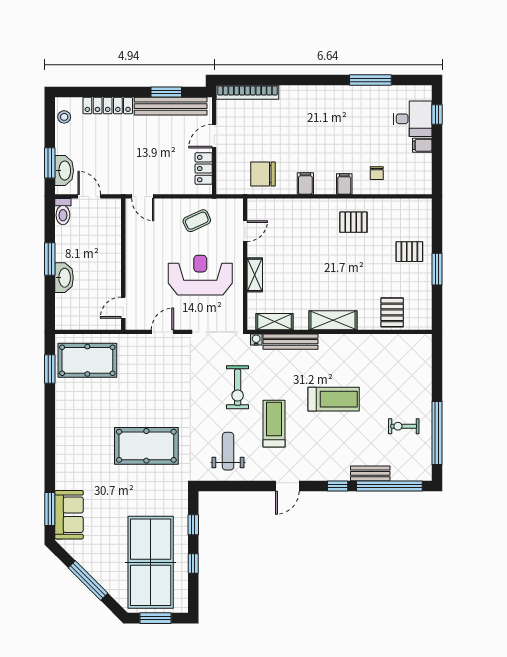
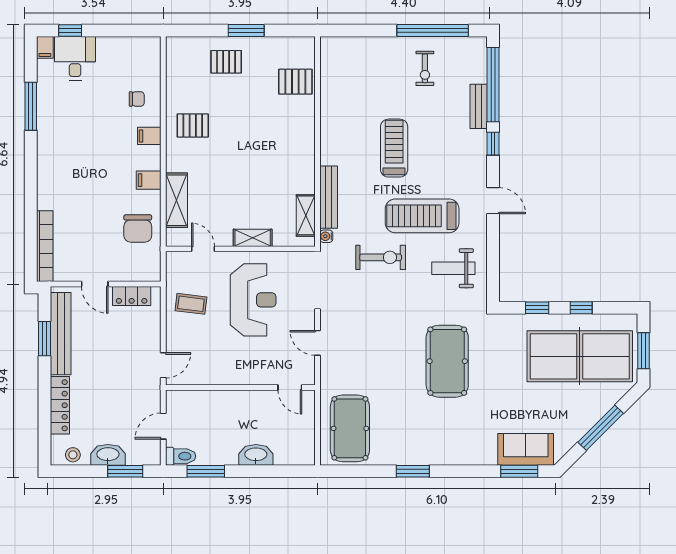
filing cabinet: (422, 145) -> (45, 47), moved
washbasin: (64, 171) -> (108, 455), moved
coffee table: (197, 221) -> (191, 304), turned -58
pallet: (353, 222) -> (193, 125), turned 90
pallet: (409, 252) -> (226, 62), turned 90
window: (50, 259) -> (206, 471), moved
reception desk: (200, 275) -> (253, 300), turned 180
shelving: (333, 320) -> (177, 200), moved
window: (50, 369) -> (413, 471), moved
treadmill: (274, 424) -> (422, 216), width x1.37, depth x1.38

